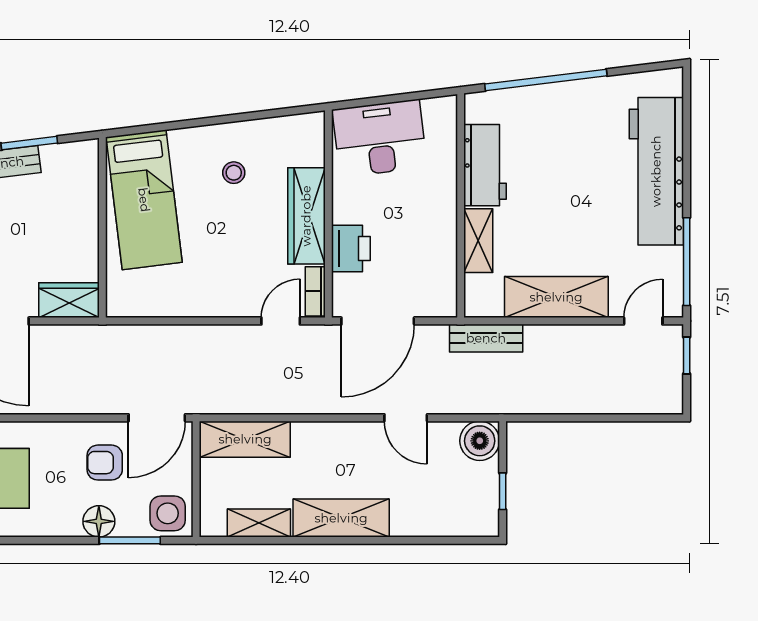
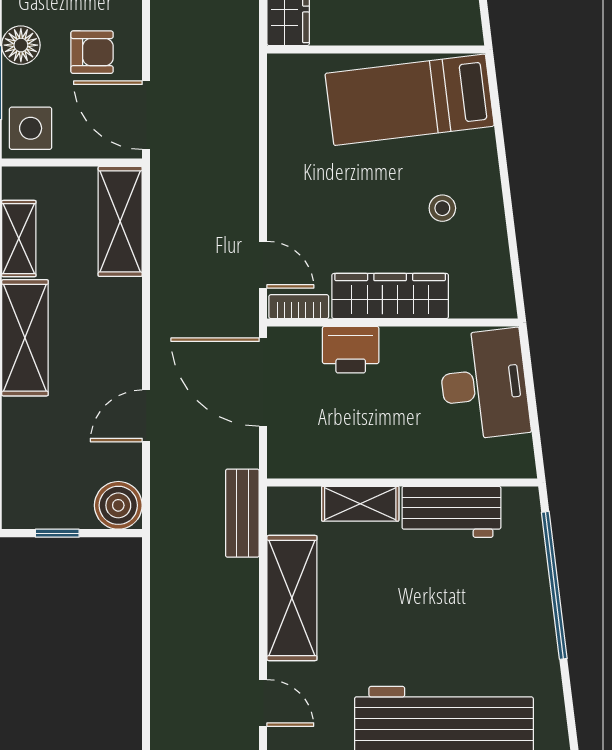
armchair: (105, 463) -> (92, 52), turned 90

